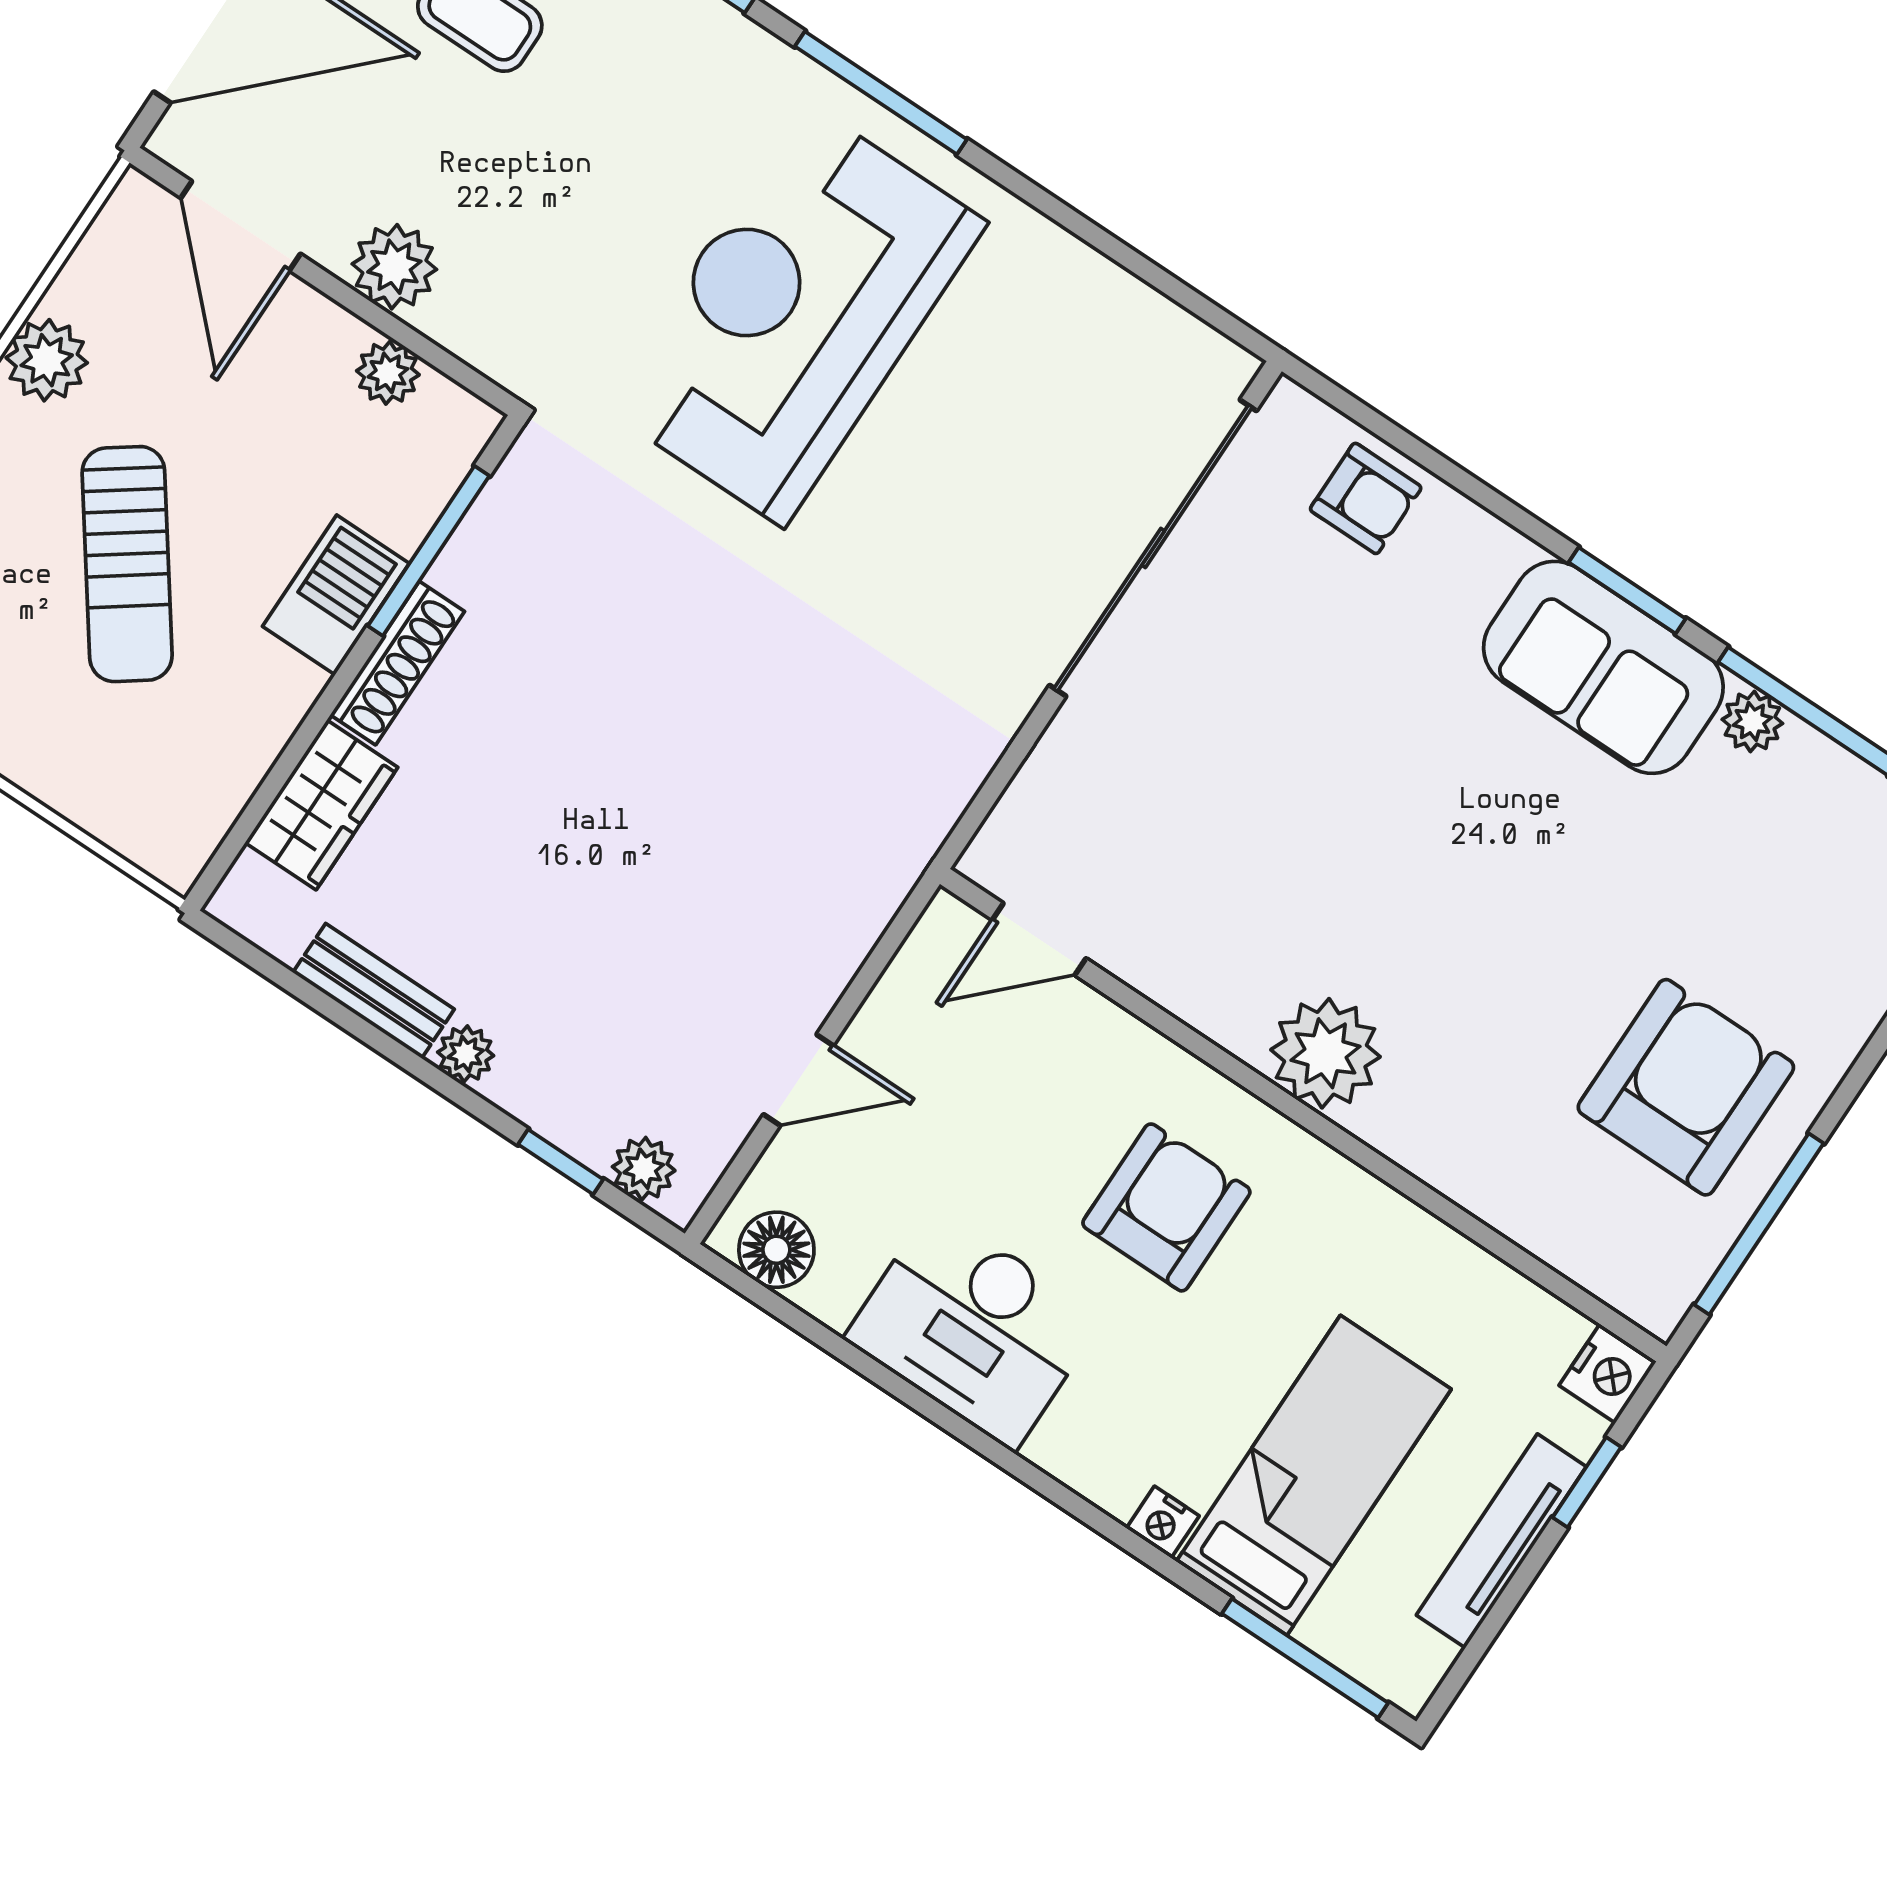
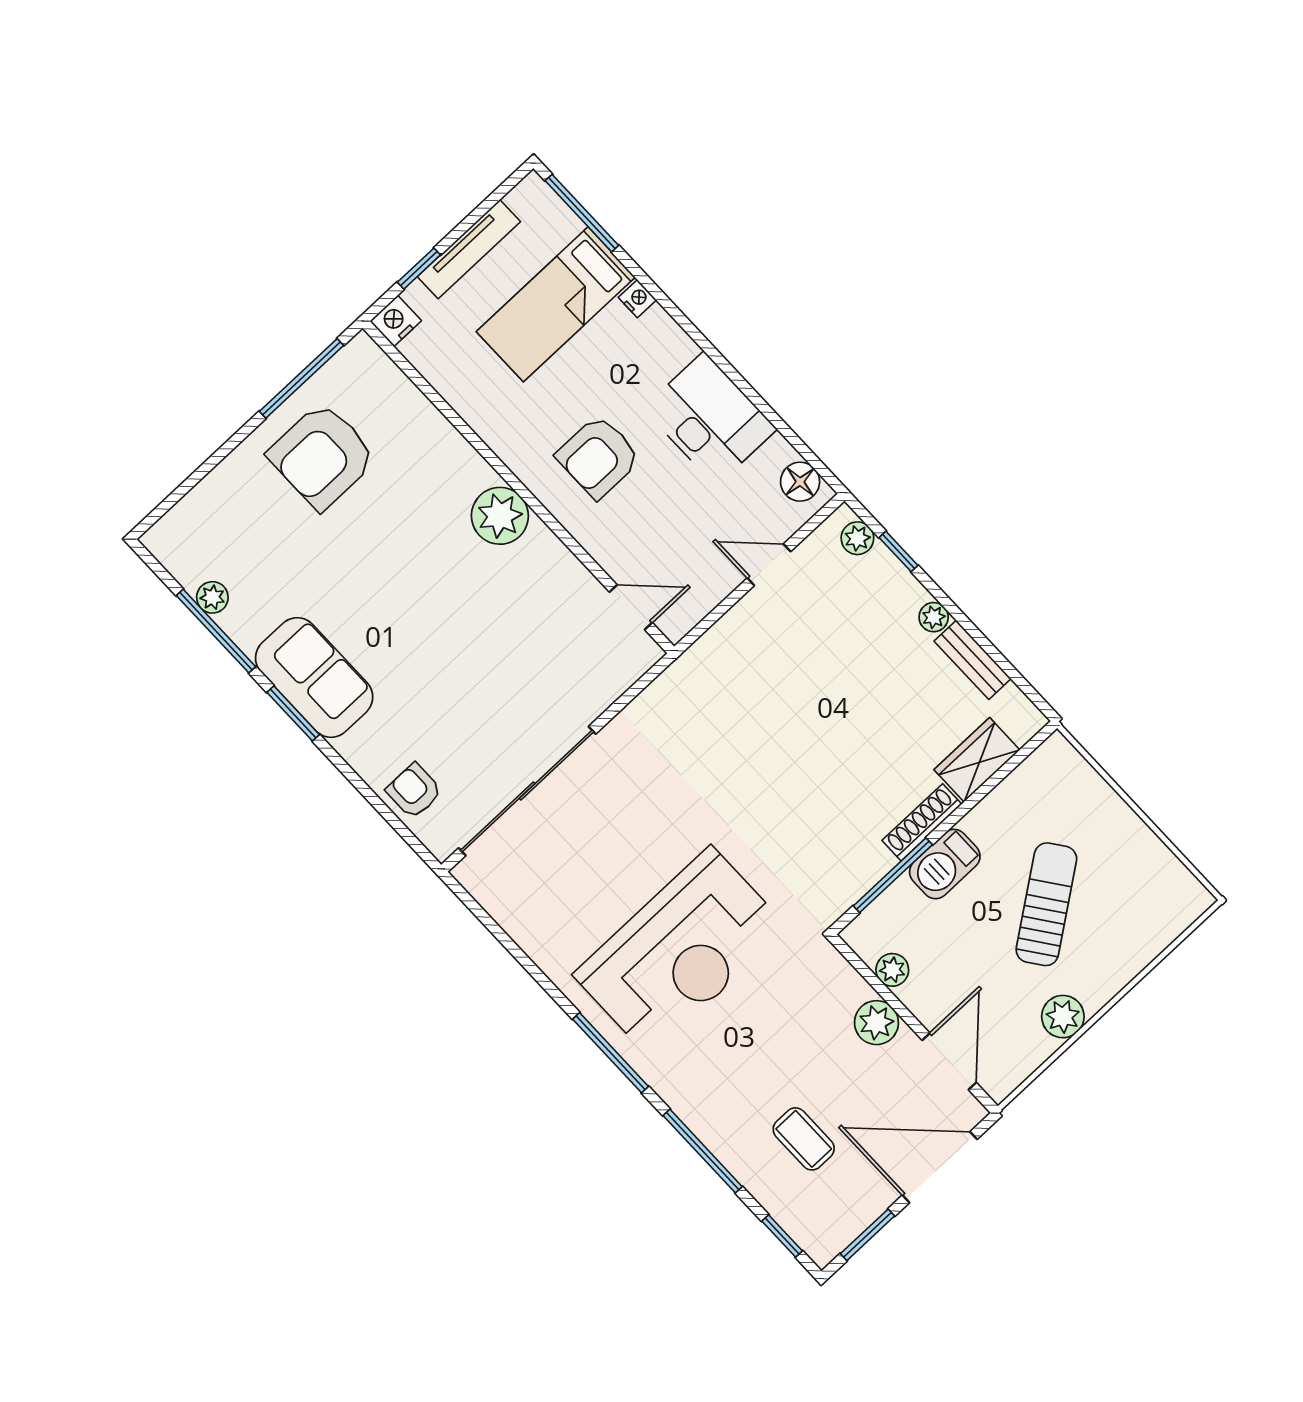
plant: (1752, 721) -> (212, 597), moved

